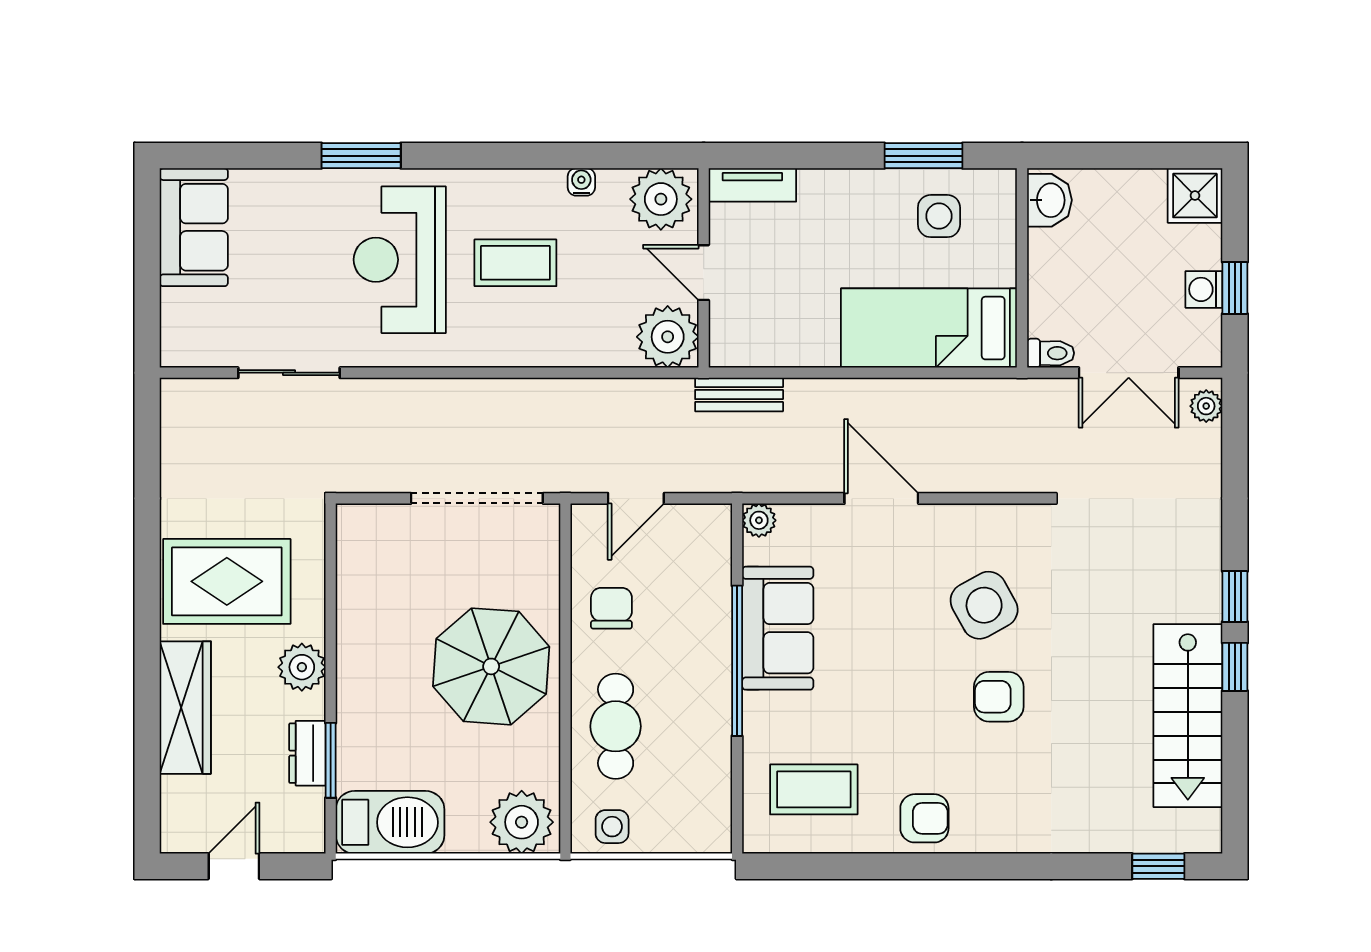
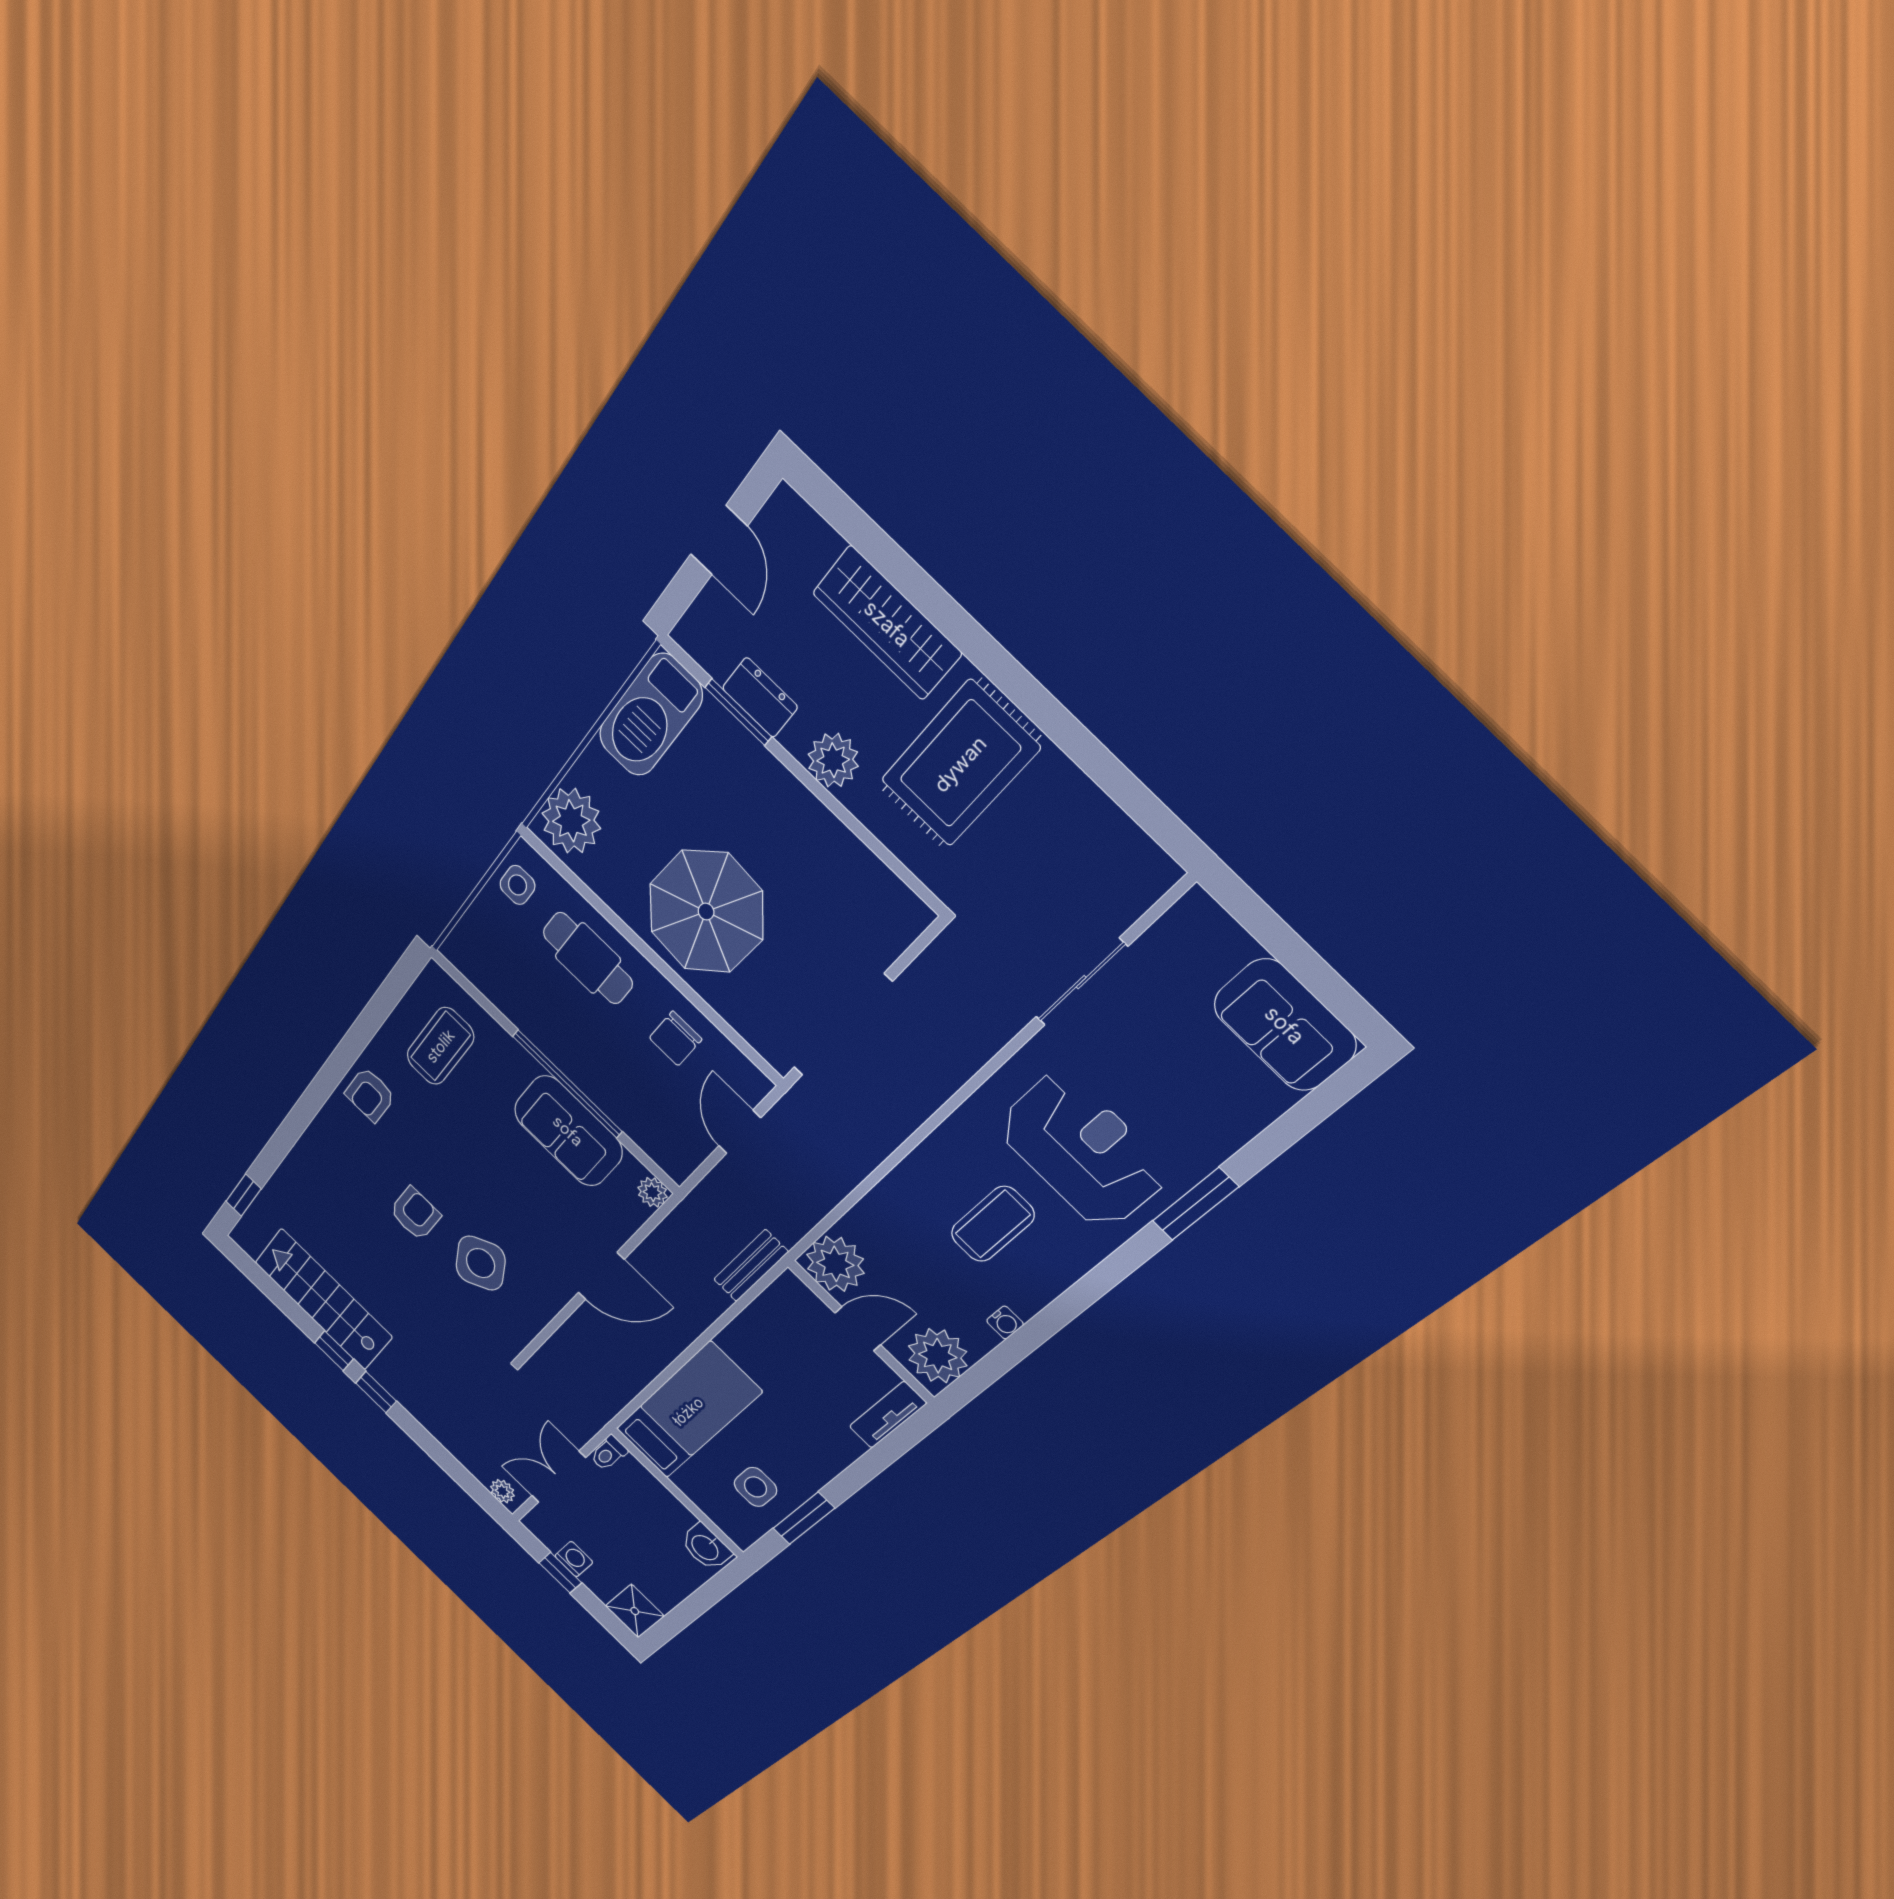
chair: (611, 608) -> (675, 1039), turned 90

